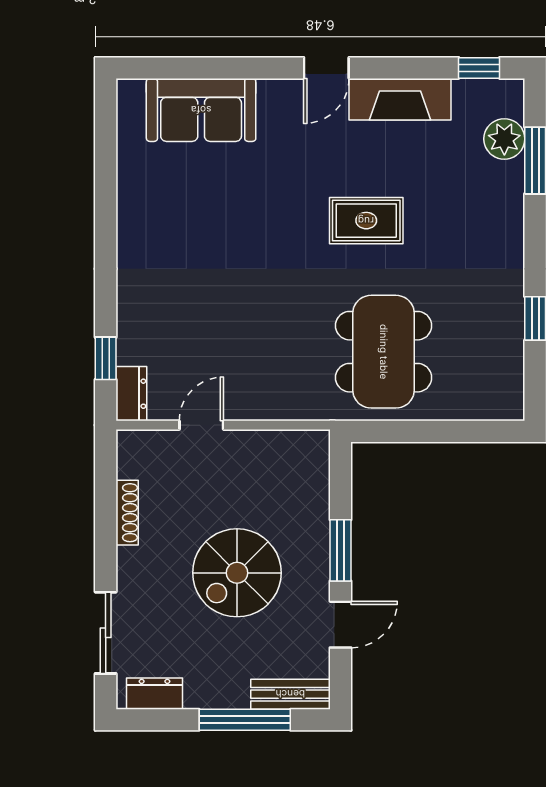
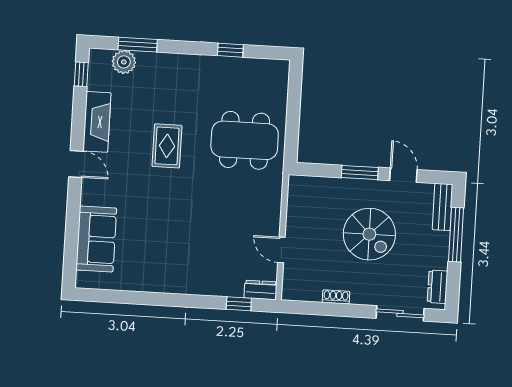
shoe rack: (127, 513) -> (336, 297), width x0.70

